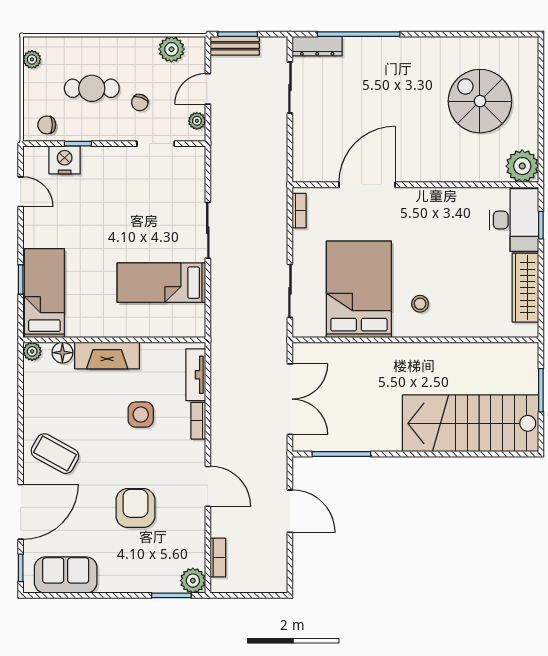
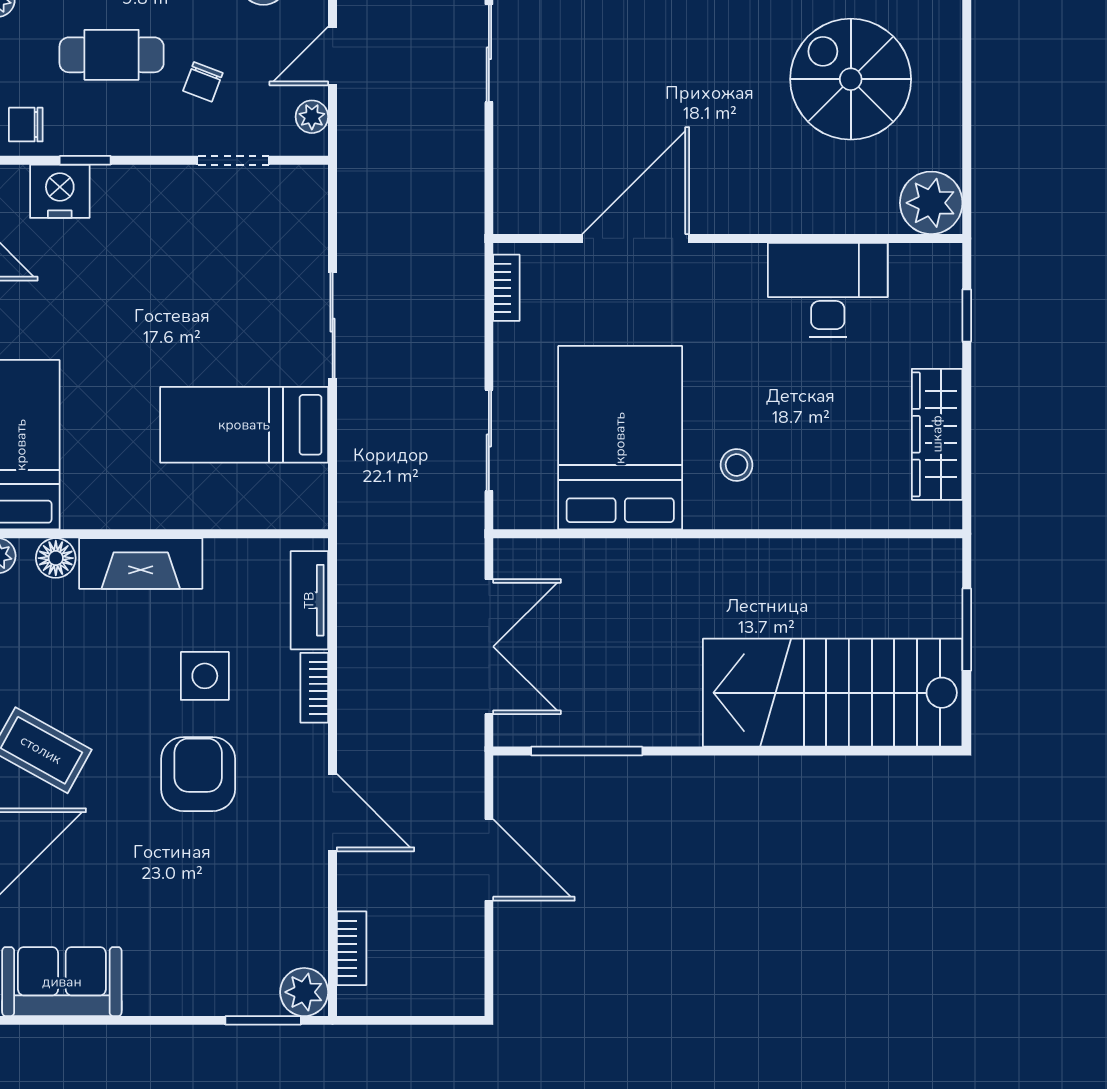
desk: (514, 220) -> (828, 290), moved, turned -90
armchair: (135, 508) -> (198, 774), moved

